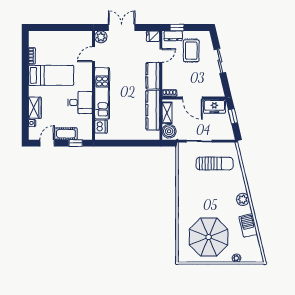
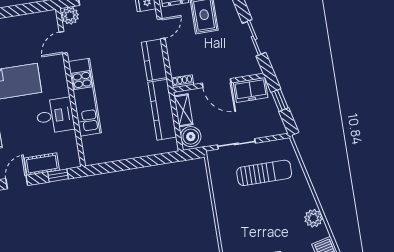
sliding door: (220, 61) -> (254, 38), moved
dishwasher: (101, 127) -> (91, 146), removed

